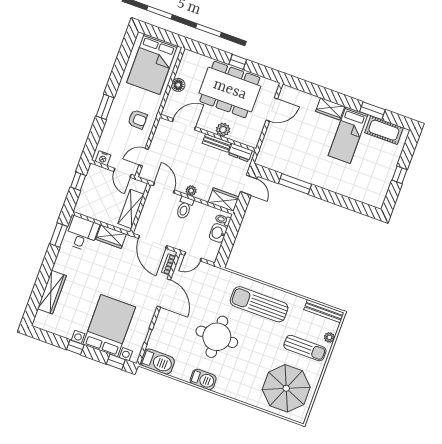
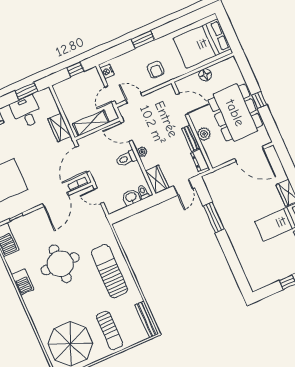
door: (272, 109) -> (249, 154), width x1.36
door: (164, 188) -> (126, 132), swing flipped
desk: (82, 234) -> (26, 112), moved, turned -90
plant: (329, 337) -> (133, 340), removed

